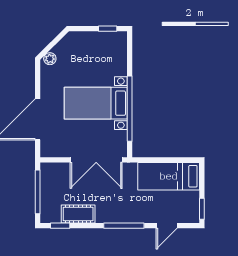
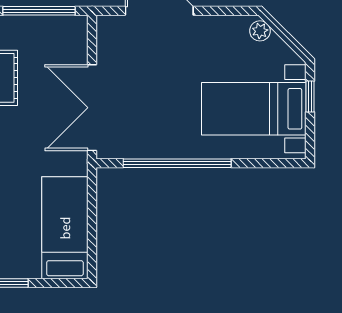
window: (108, 29) -> (310, 96), moved
bed with nightstands: (96, 103) -> (254, 109), moved, turned -90

